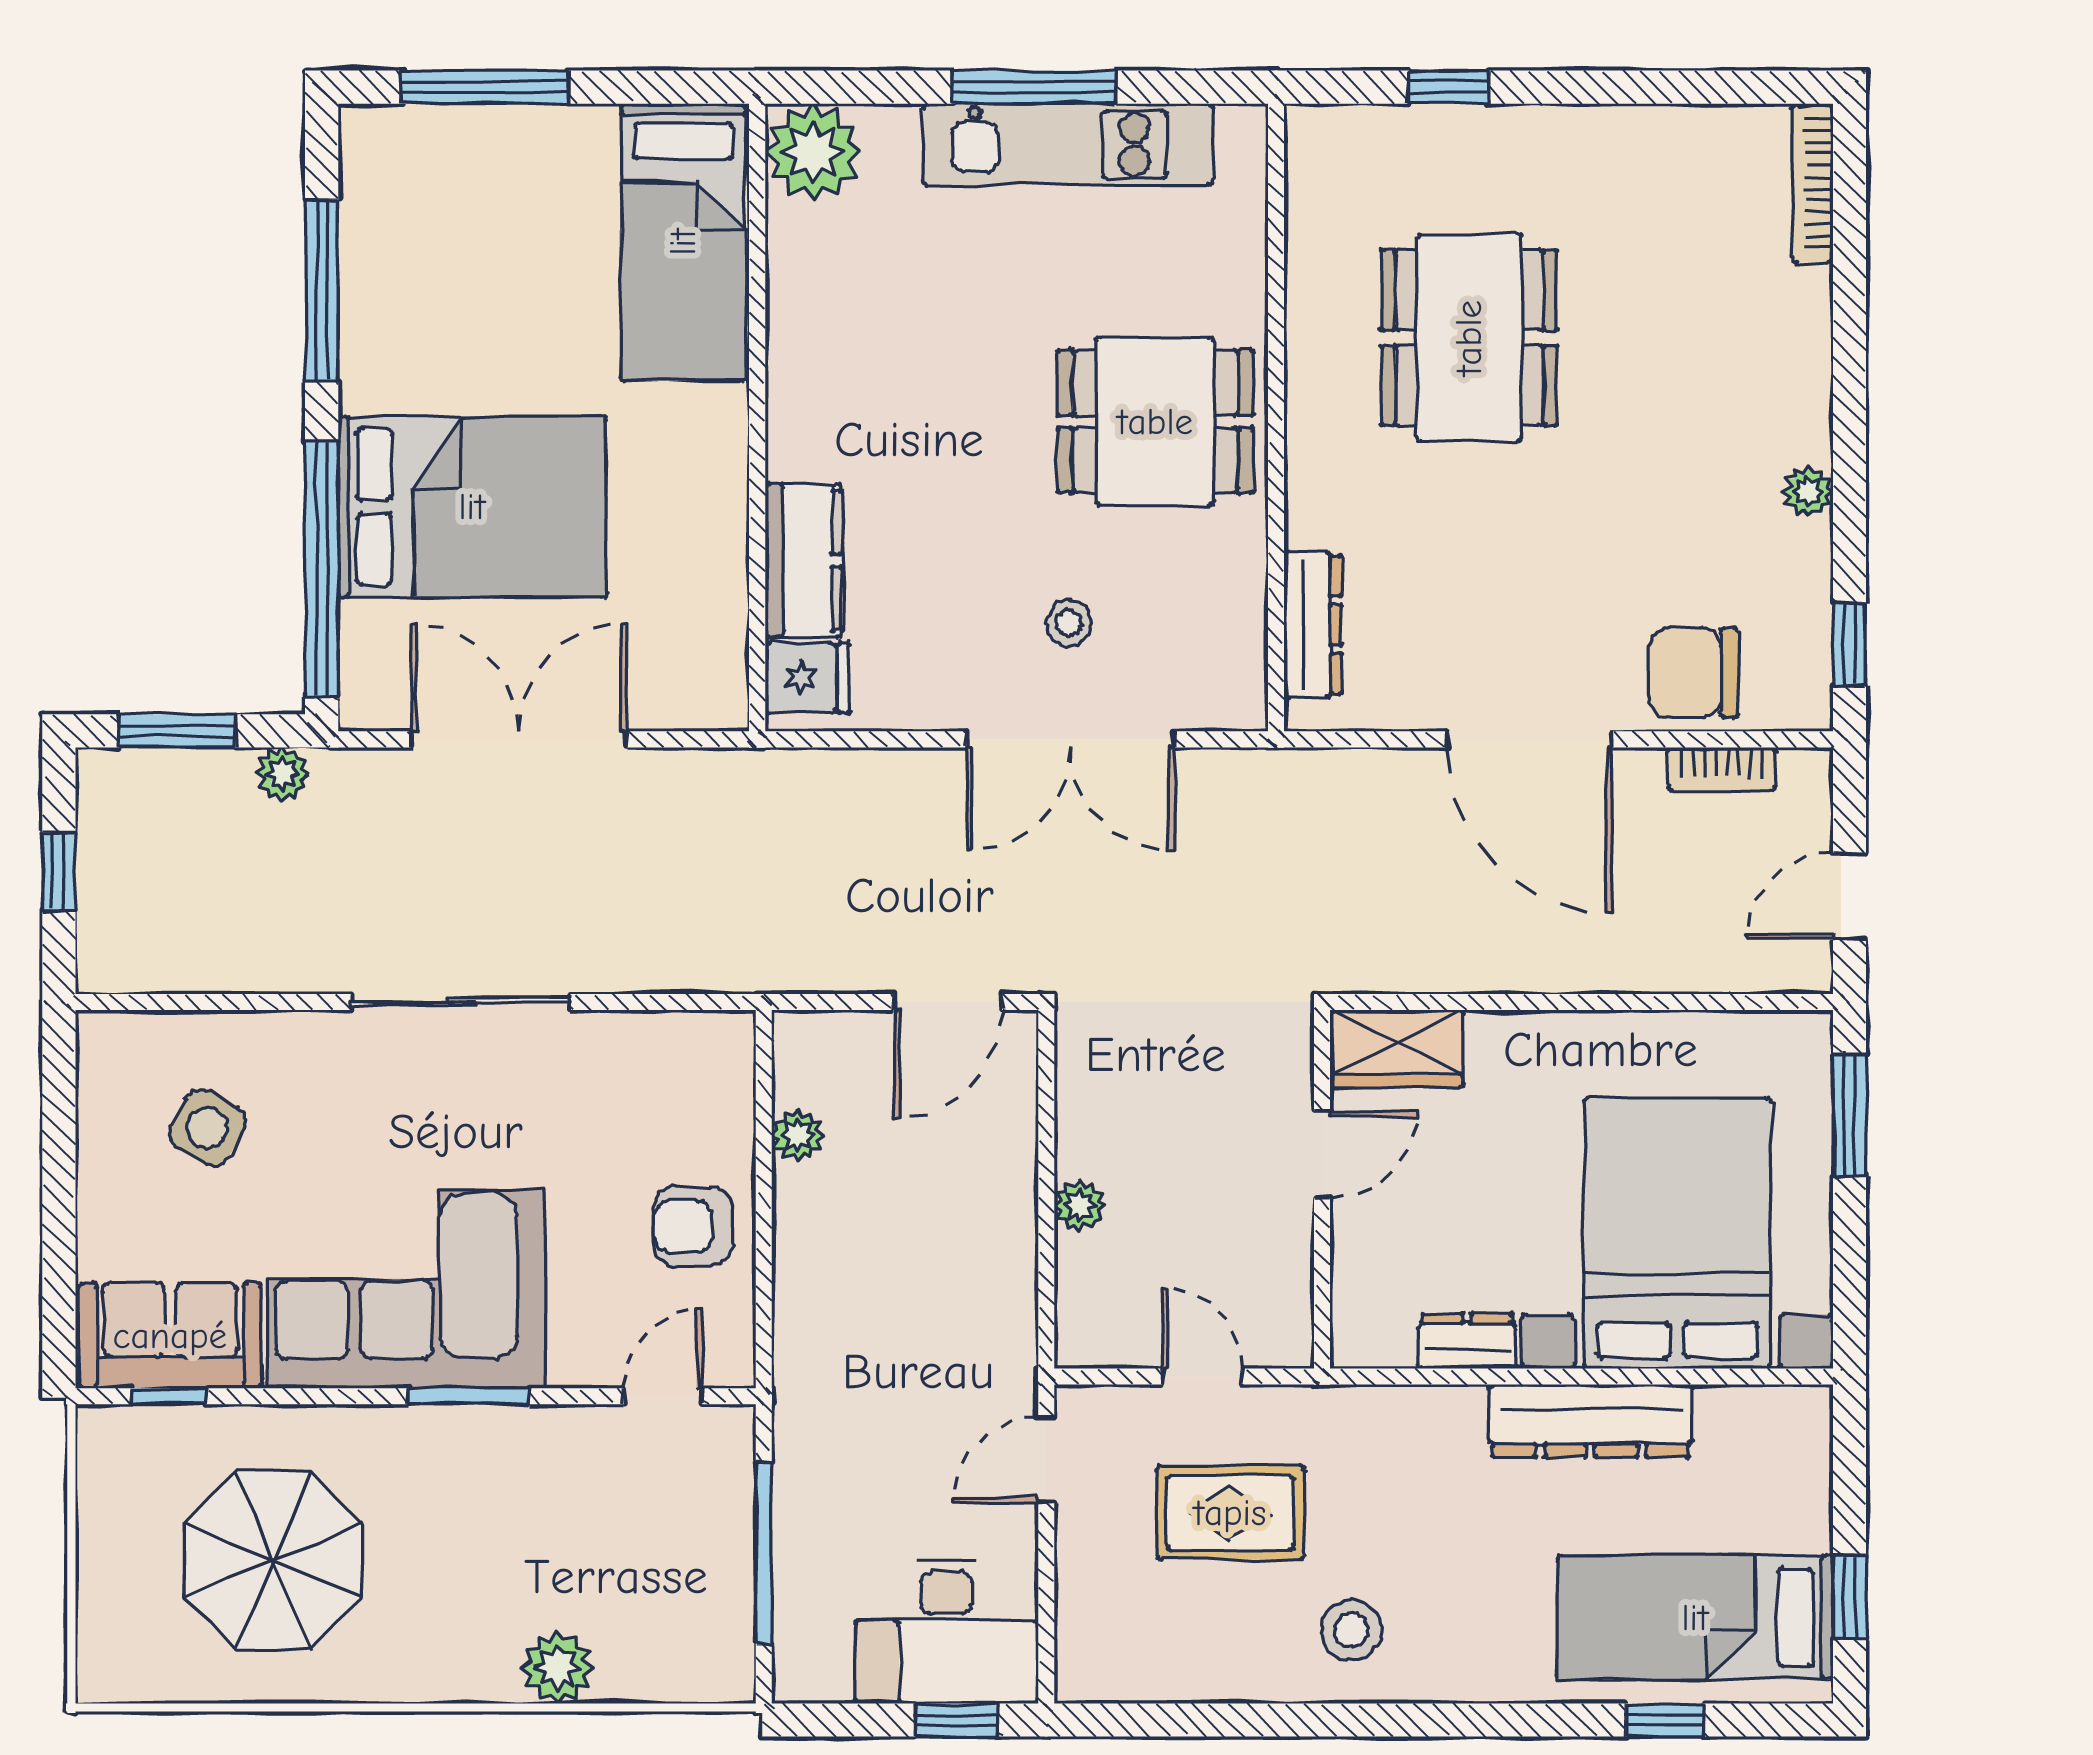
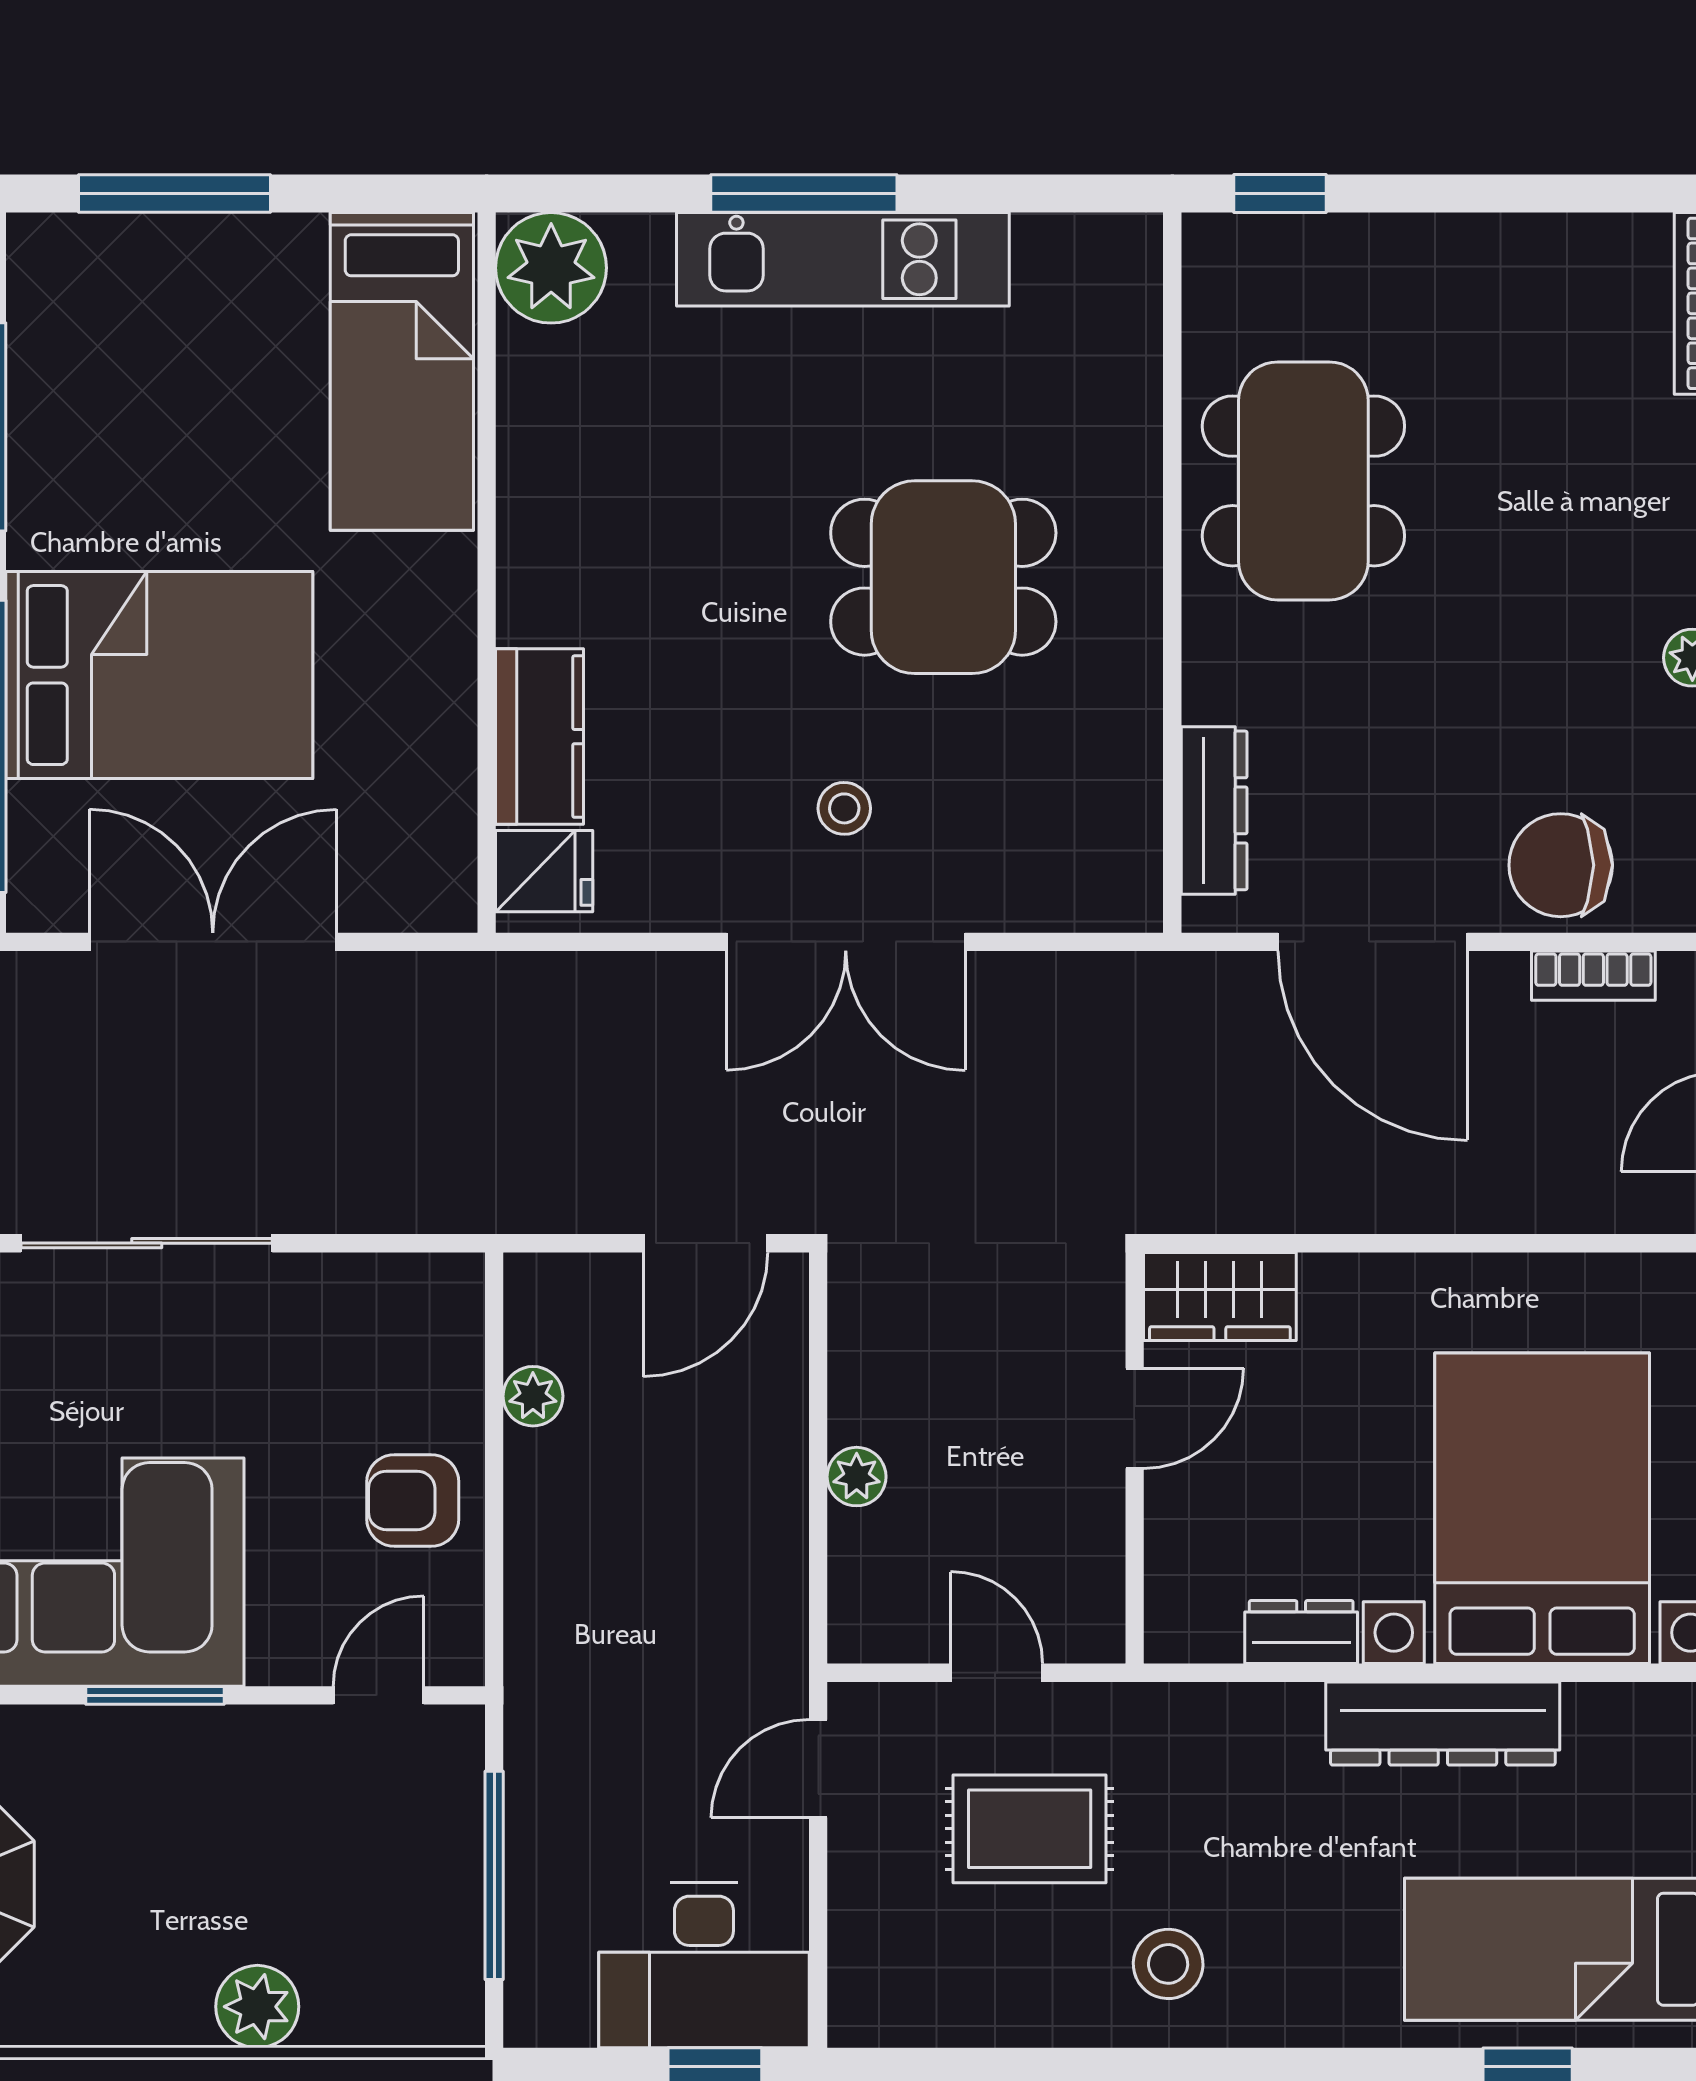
wall: (1276, 418) -> (1172, 573), moved
dresser: (1313, 625) -> (1214, 810), moved

